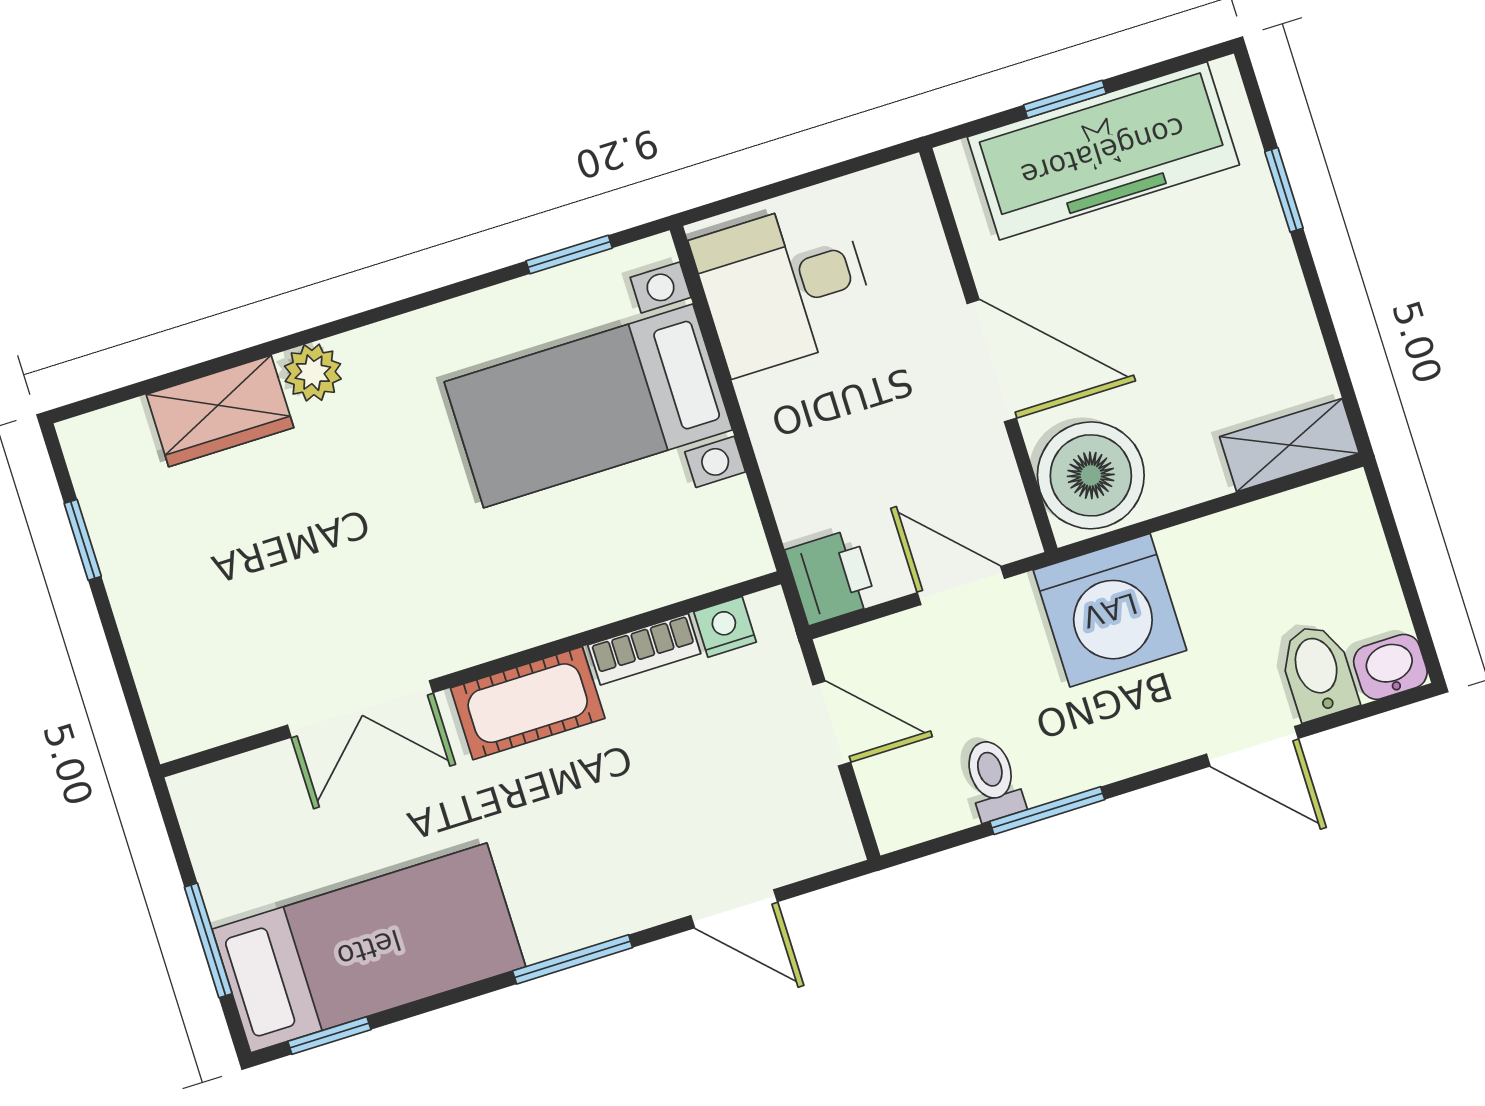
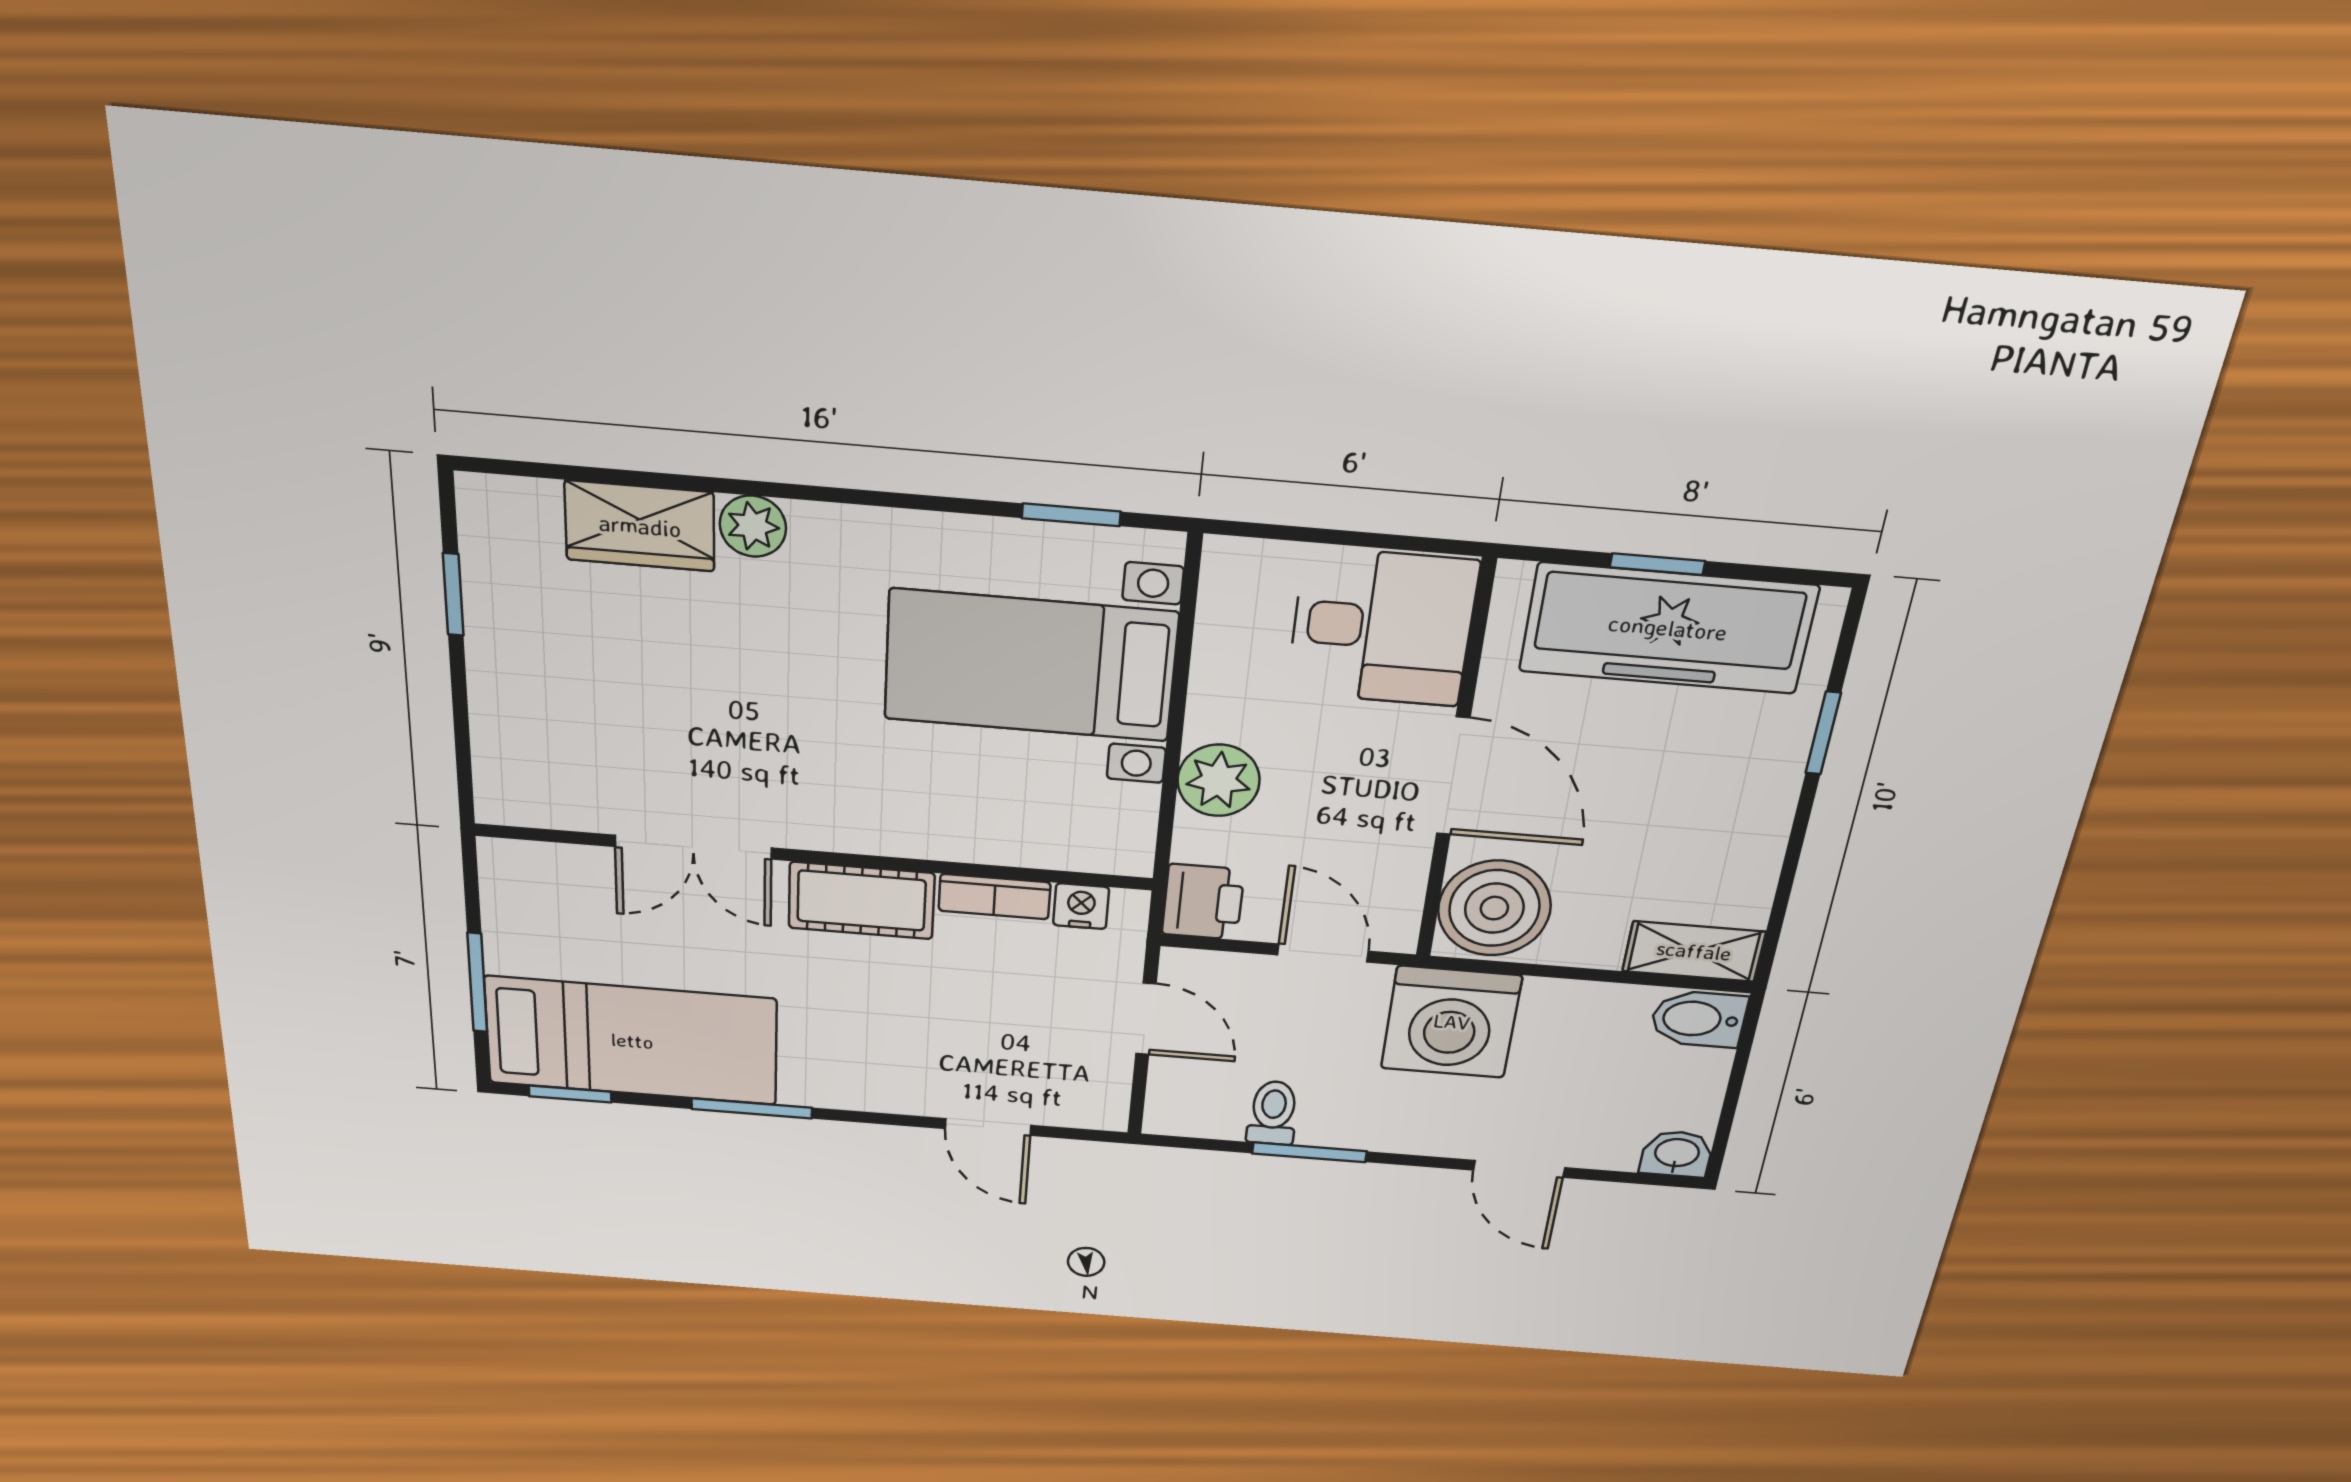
desk: (784, 287) -> (1382, 627), moved, turned 180
plant: (793, 449) -> (1219, 780), added
bidet: (1318, 672) -> (1698, 1019), moved, turned -90
window: (573, 959) -> (752, 1108), moved

